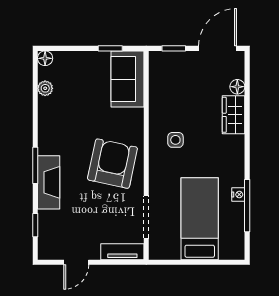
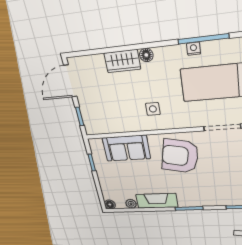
door: (218, 48) -> (70, 81), hinge flipped
sofa: (127, 79) -> (126, 148), moved
floor lamp: (237, 87) -> (146, 55), moved
fireplace: (49, 182) -> (157, 201), moved

